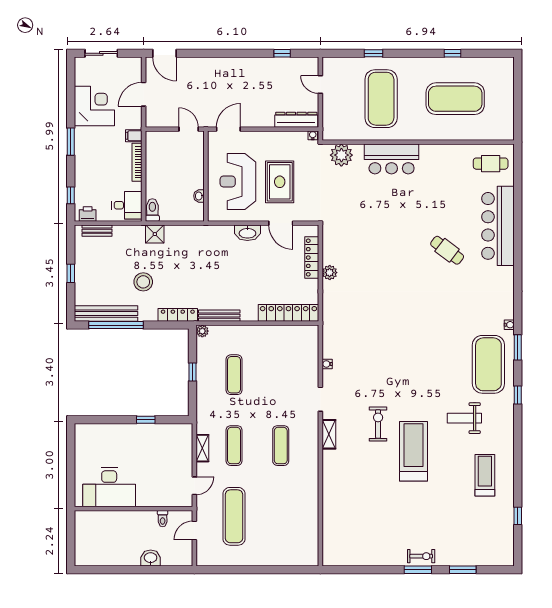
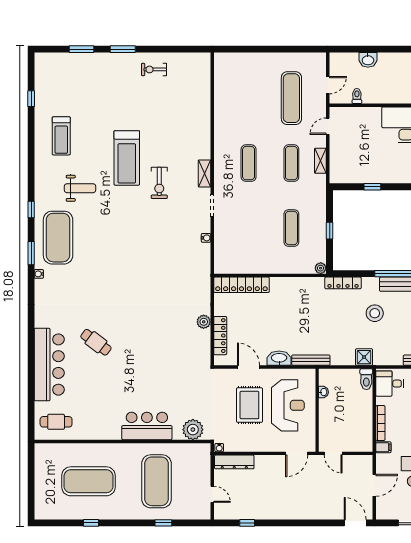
bench: (219, 316) -> (311, 360), moved
exercise bike: (421, 556) -> (154, 69), moved

